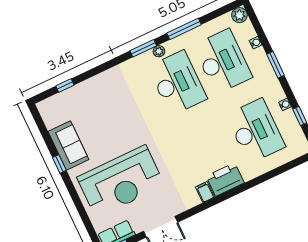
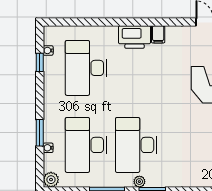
window: (275, 65) -> (40, 133), moved
water cooler: (285, 104) -> (48, 50), moved

